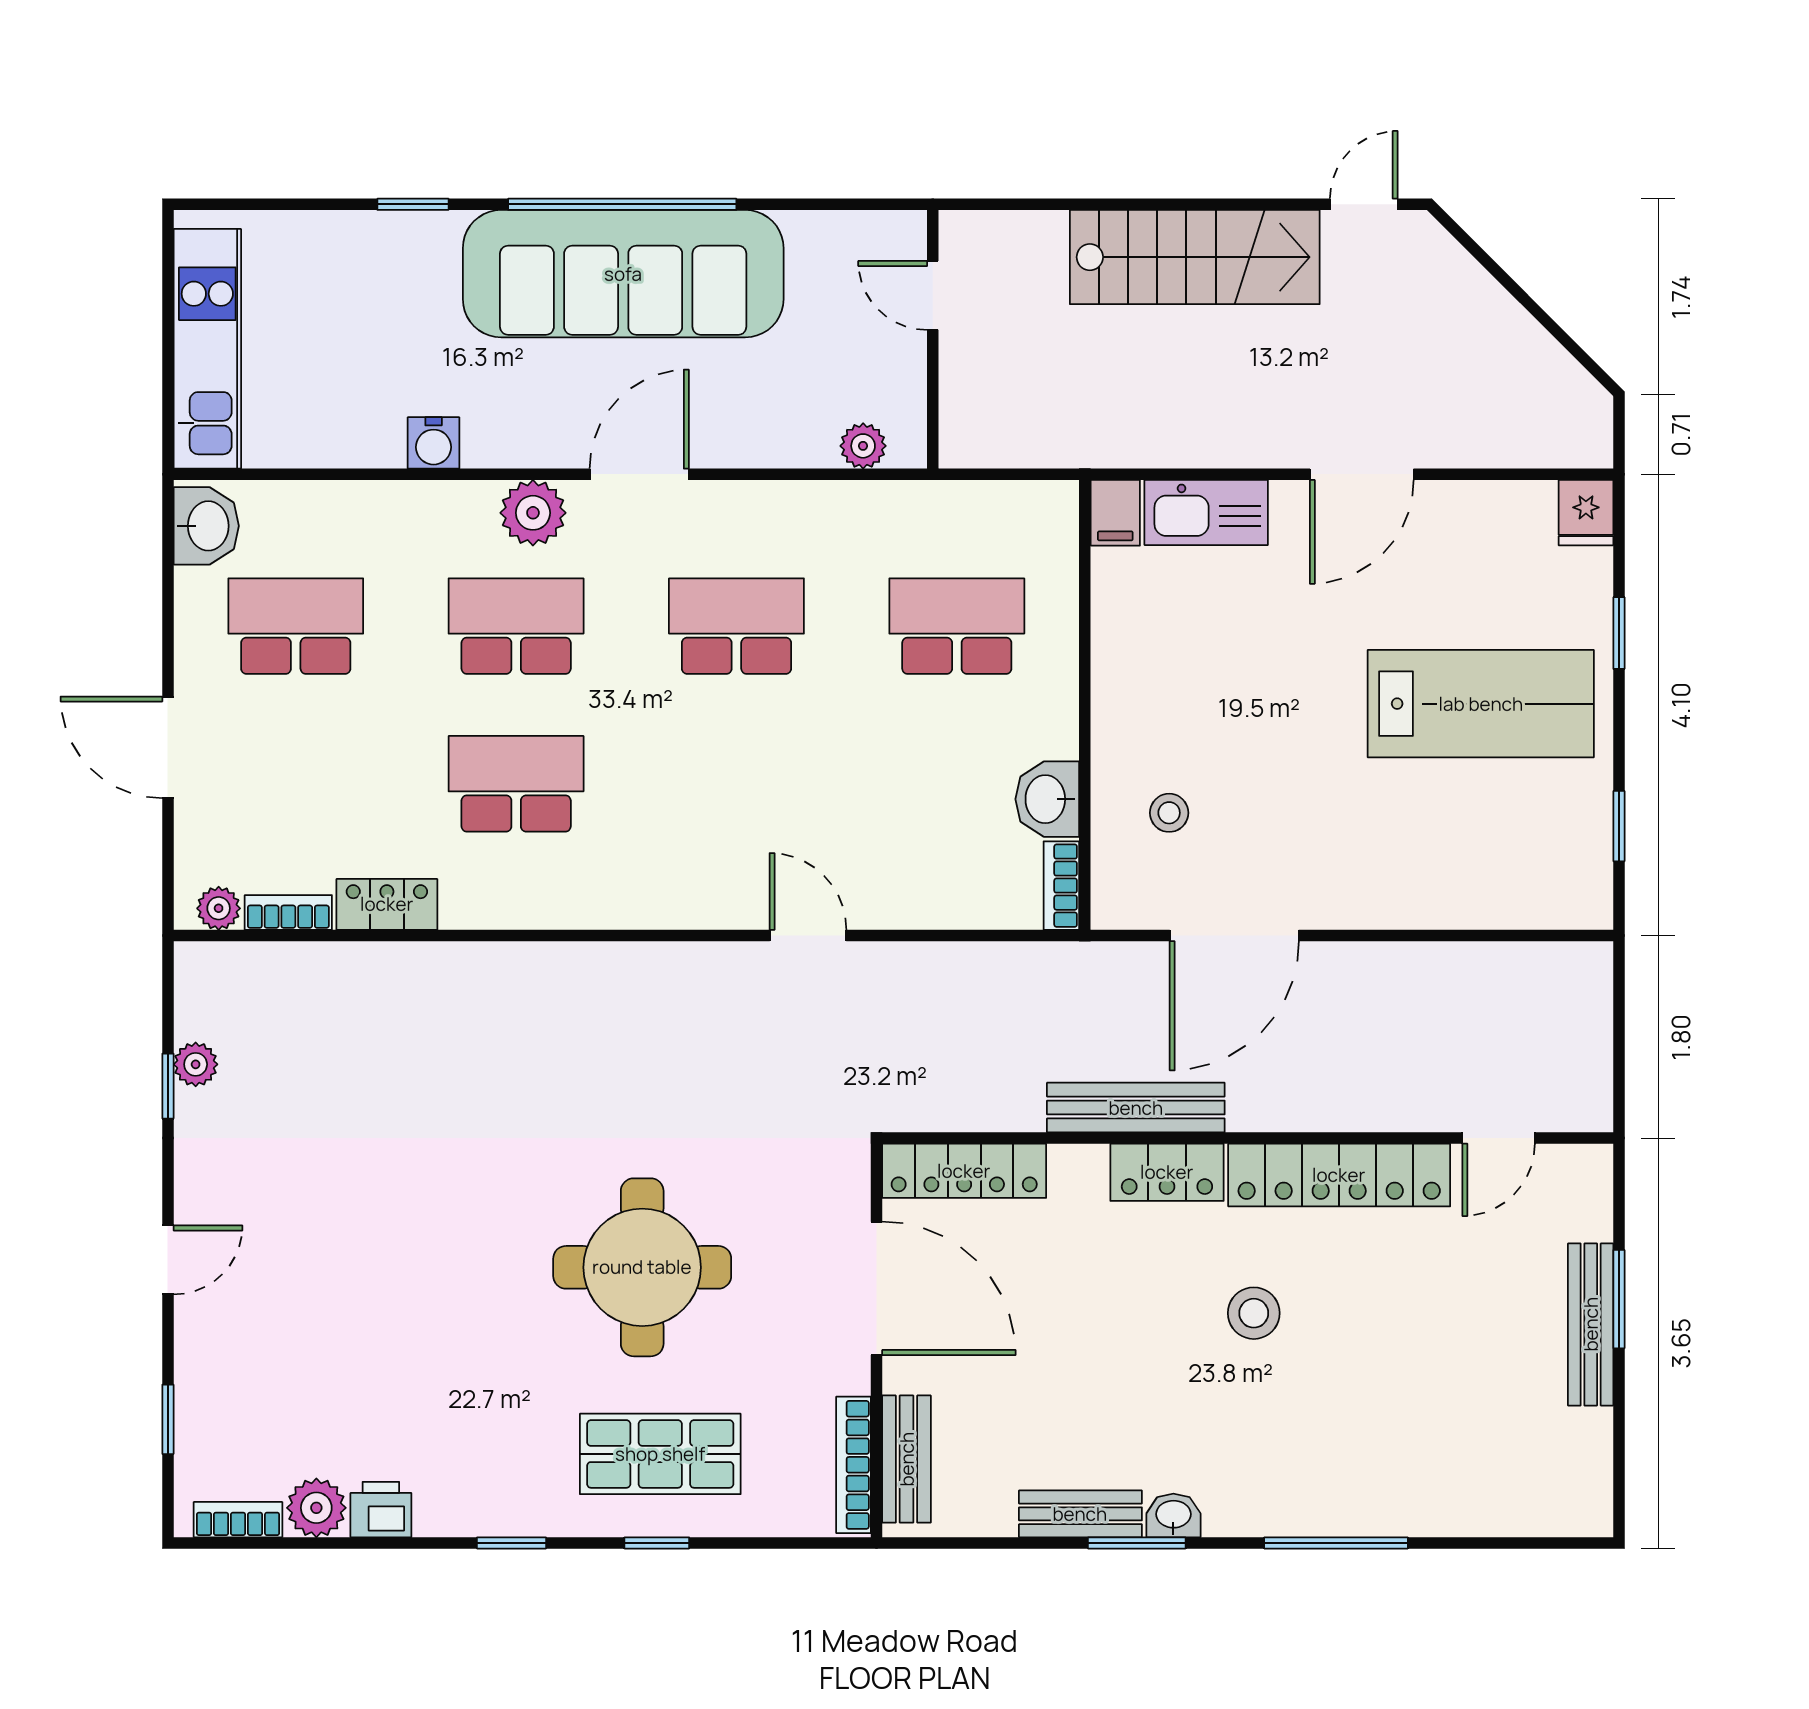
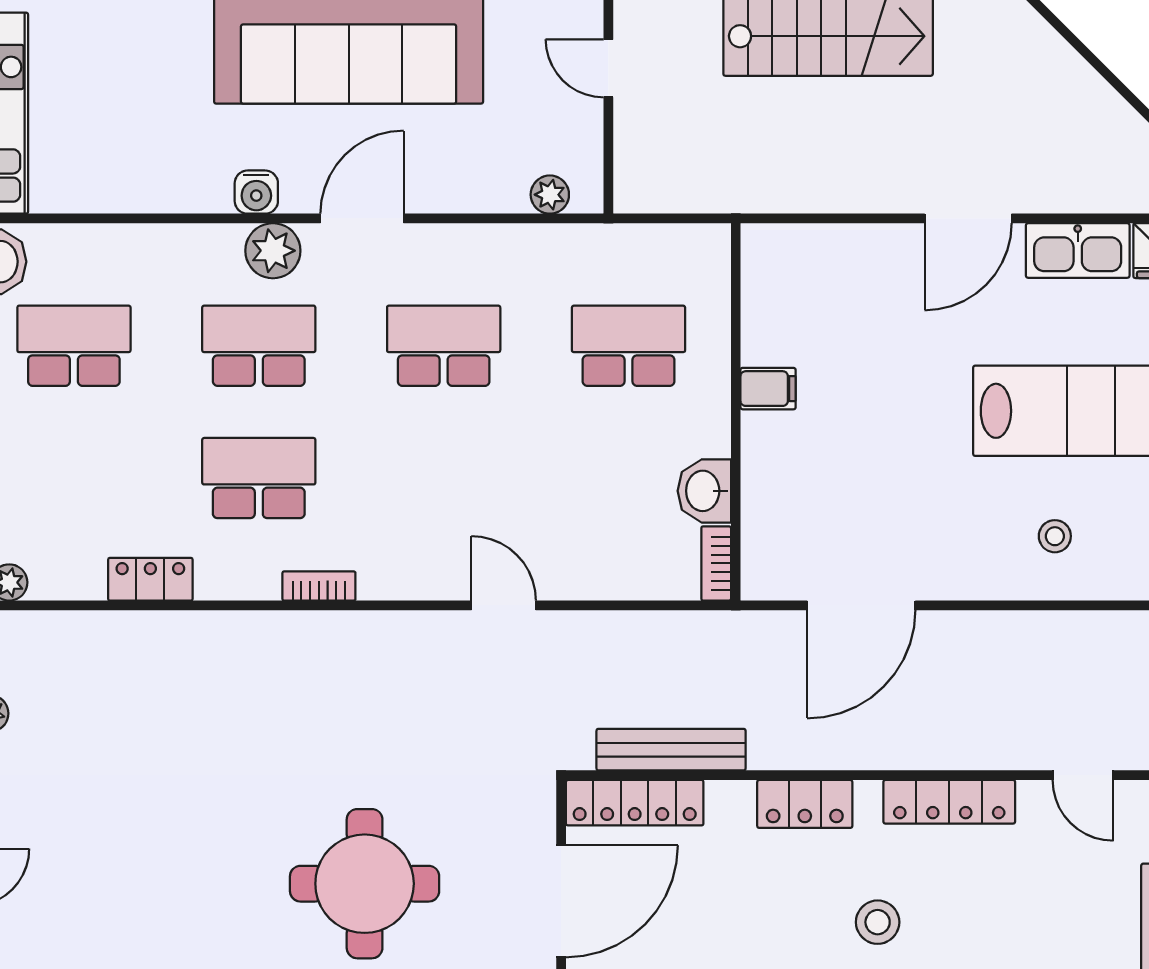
water cooler: (434, 443) -> (256, 192), moved
filing cabinet: (1115, 513) -> (768, 389), moved, turned -90
kitchen sink: (1206, 513) -> (1078, 250), moved
stool: (1169, 813) -> (1055, 536), moved
bookcase: (288, 912) -> (319, 586), moved
bench: (1136, 1108) -> (671, 750), moved
door: (1499, 1138) -> (1083, 775), hinge flipped
locker: (1339, 1175) -> (949, 802), width x0.71, depth x0.83
door: (877, 1288) -> (561, 901), hinge flipped

